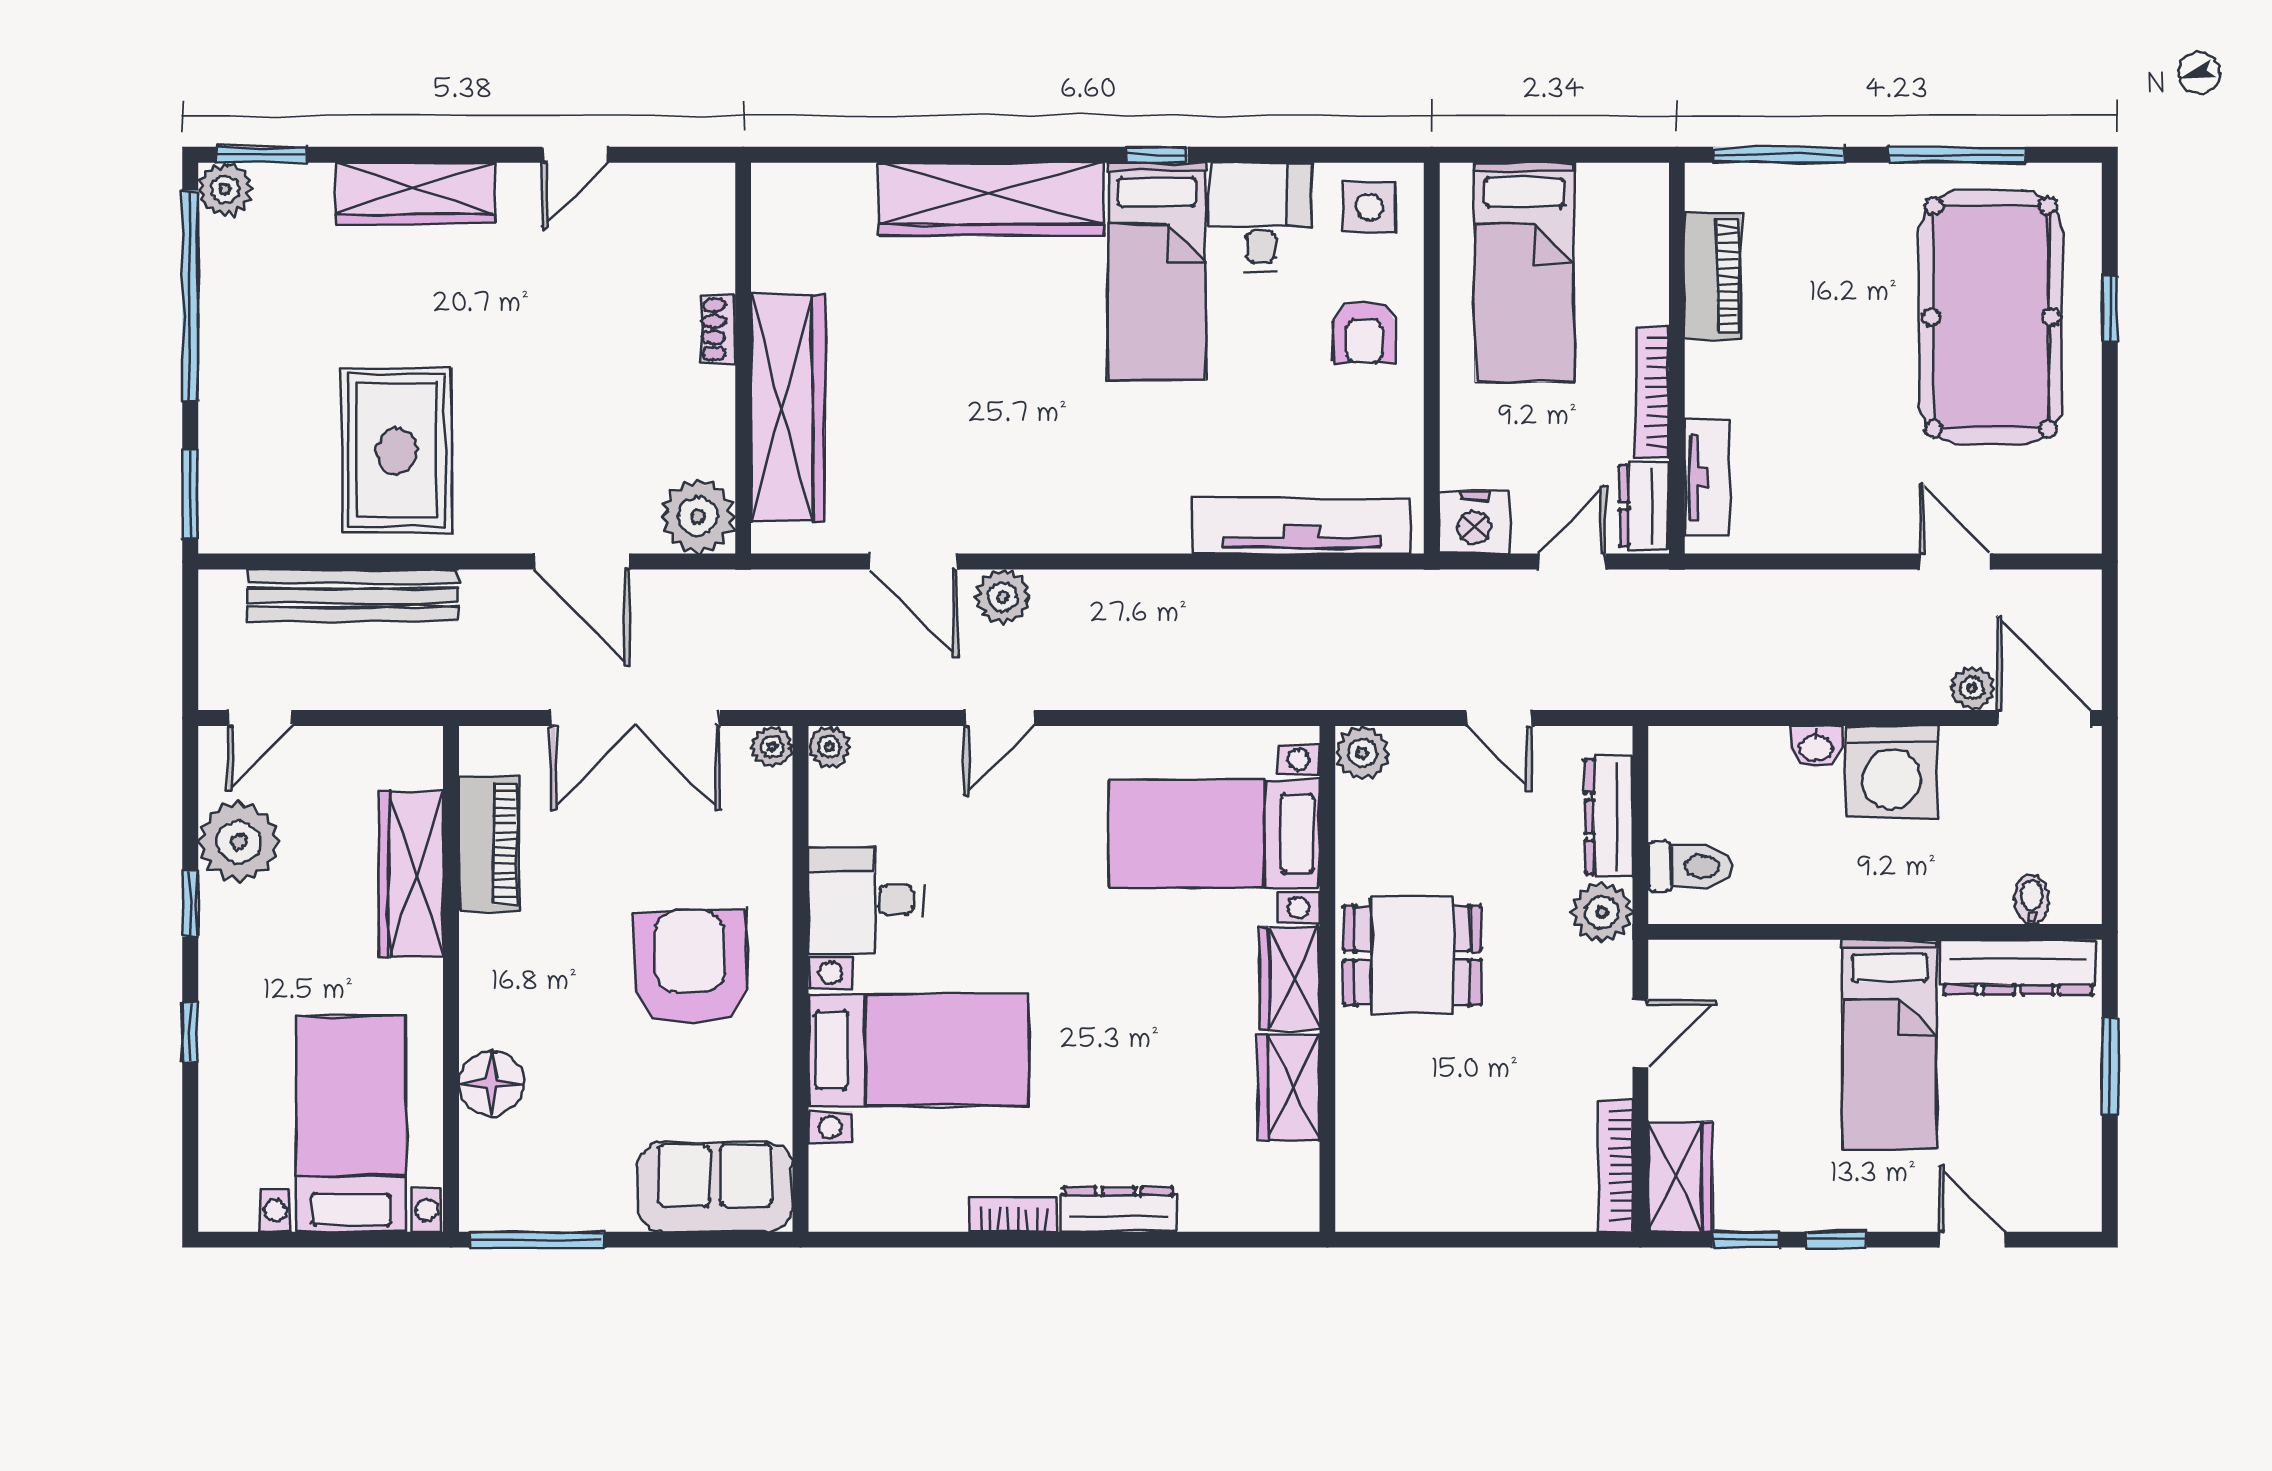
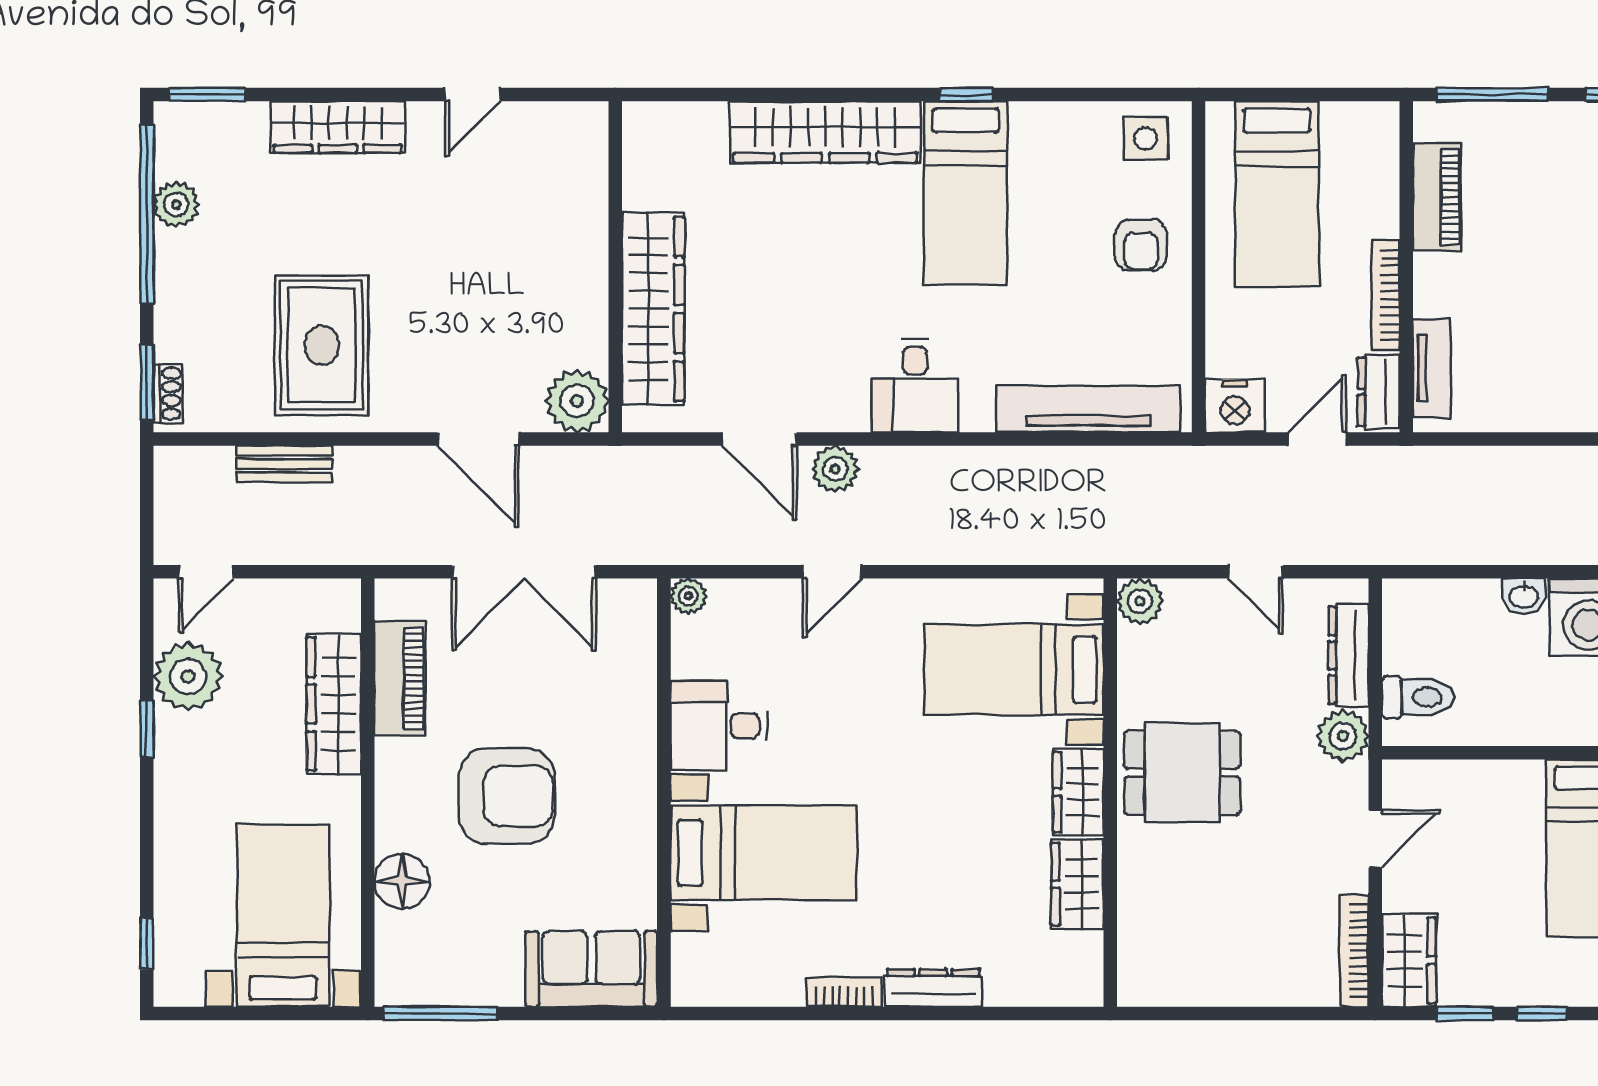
plant: (225, 189) -> (176, 204), moved
desk: (1261, 217) -> (915, 386), moved, turned 180
shoe rack: (718, 329) -> (168, 394), moved, turned 180
bench: (352, 596) -> (284, 464), width x0.54, depth x0.82
plant: (772, 747) -> (640, 596), removed
armchair: (691, 967) -> (507, 796), moved, turned 92
window: (190, 1032) -> (147, 944), moved

